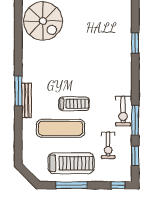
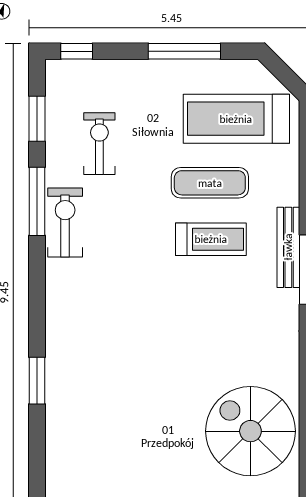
treadmill: (74, 104) -> (211, 239), moved, turned 180
exercise mat: (61, 128) -> (210, 183), width x0.73, depth x0.69
treadmill: (71, 163) -> (236, 119), moved

